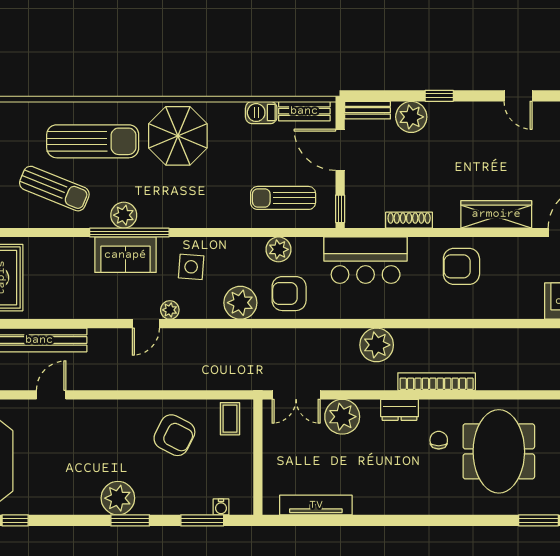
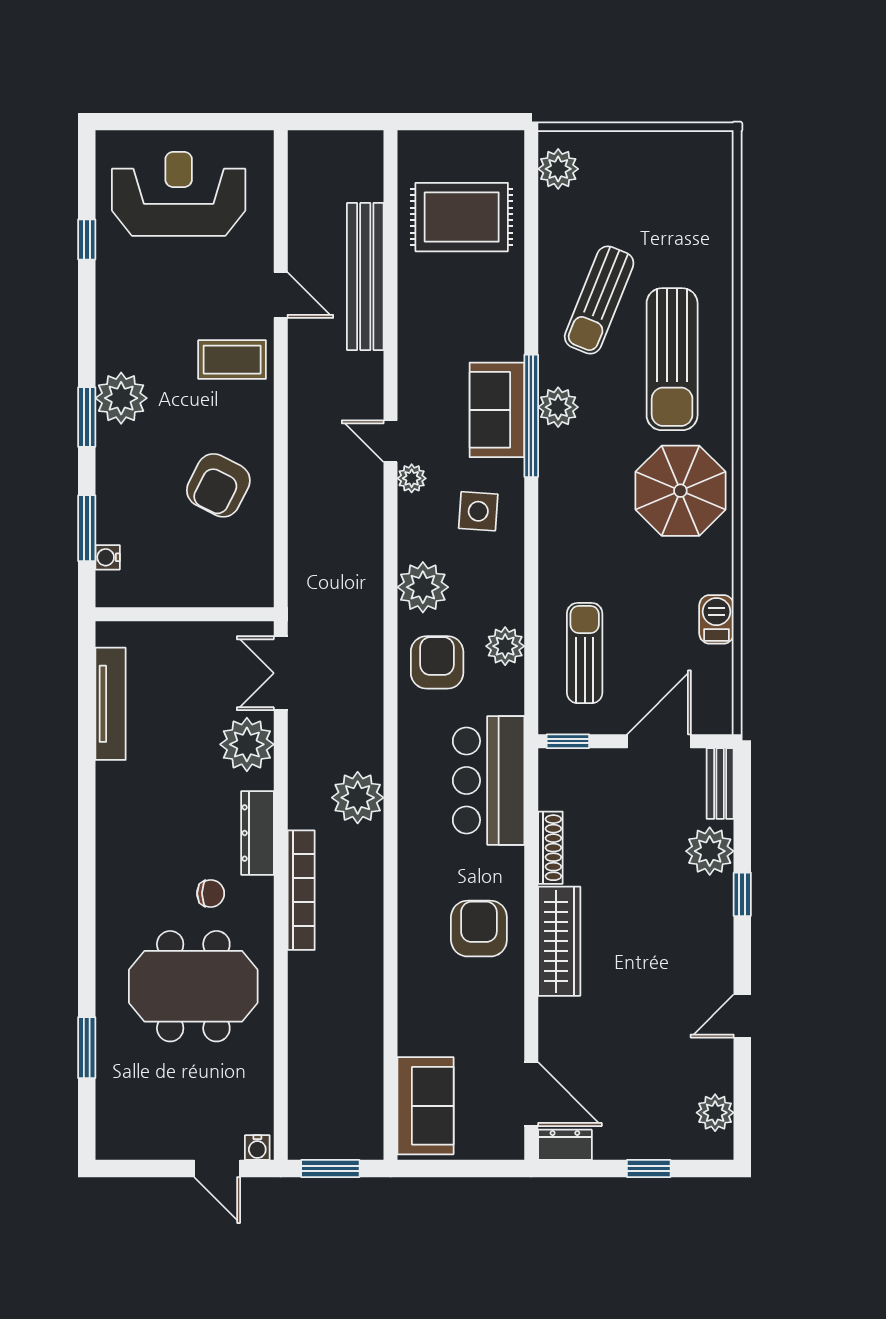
bench: (304, 111) -> (719, 686), removed
wardrobe: (496, 214) -> (559, 941), moved
dresser: (400, 410) -> (257, 833), width x1.44
coffee table: (230, 419) -> (232, 360), moved, width x1.36, depth x1.30

